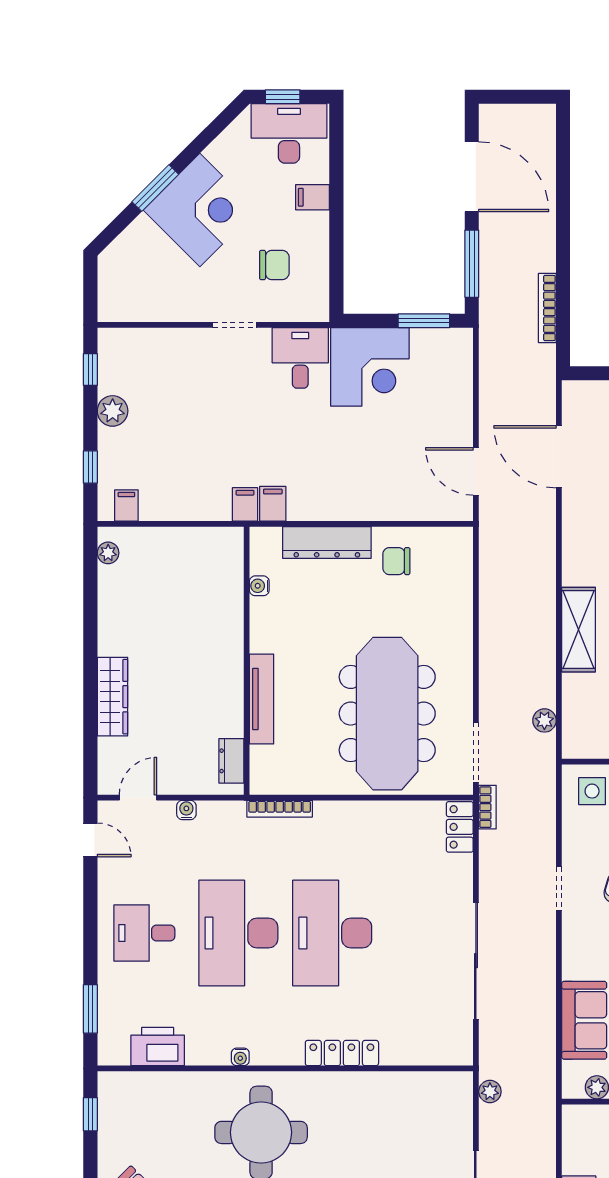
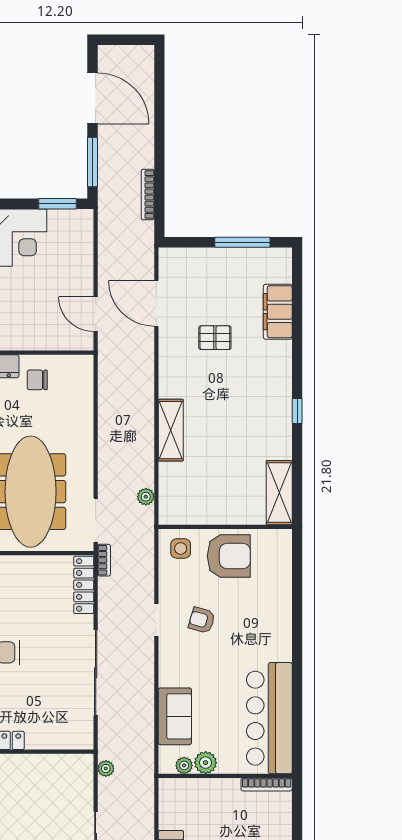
locker: (460, 827) -> (84, 585), width x1.53

